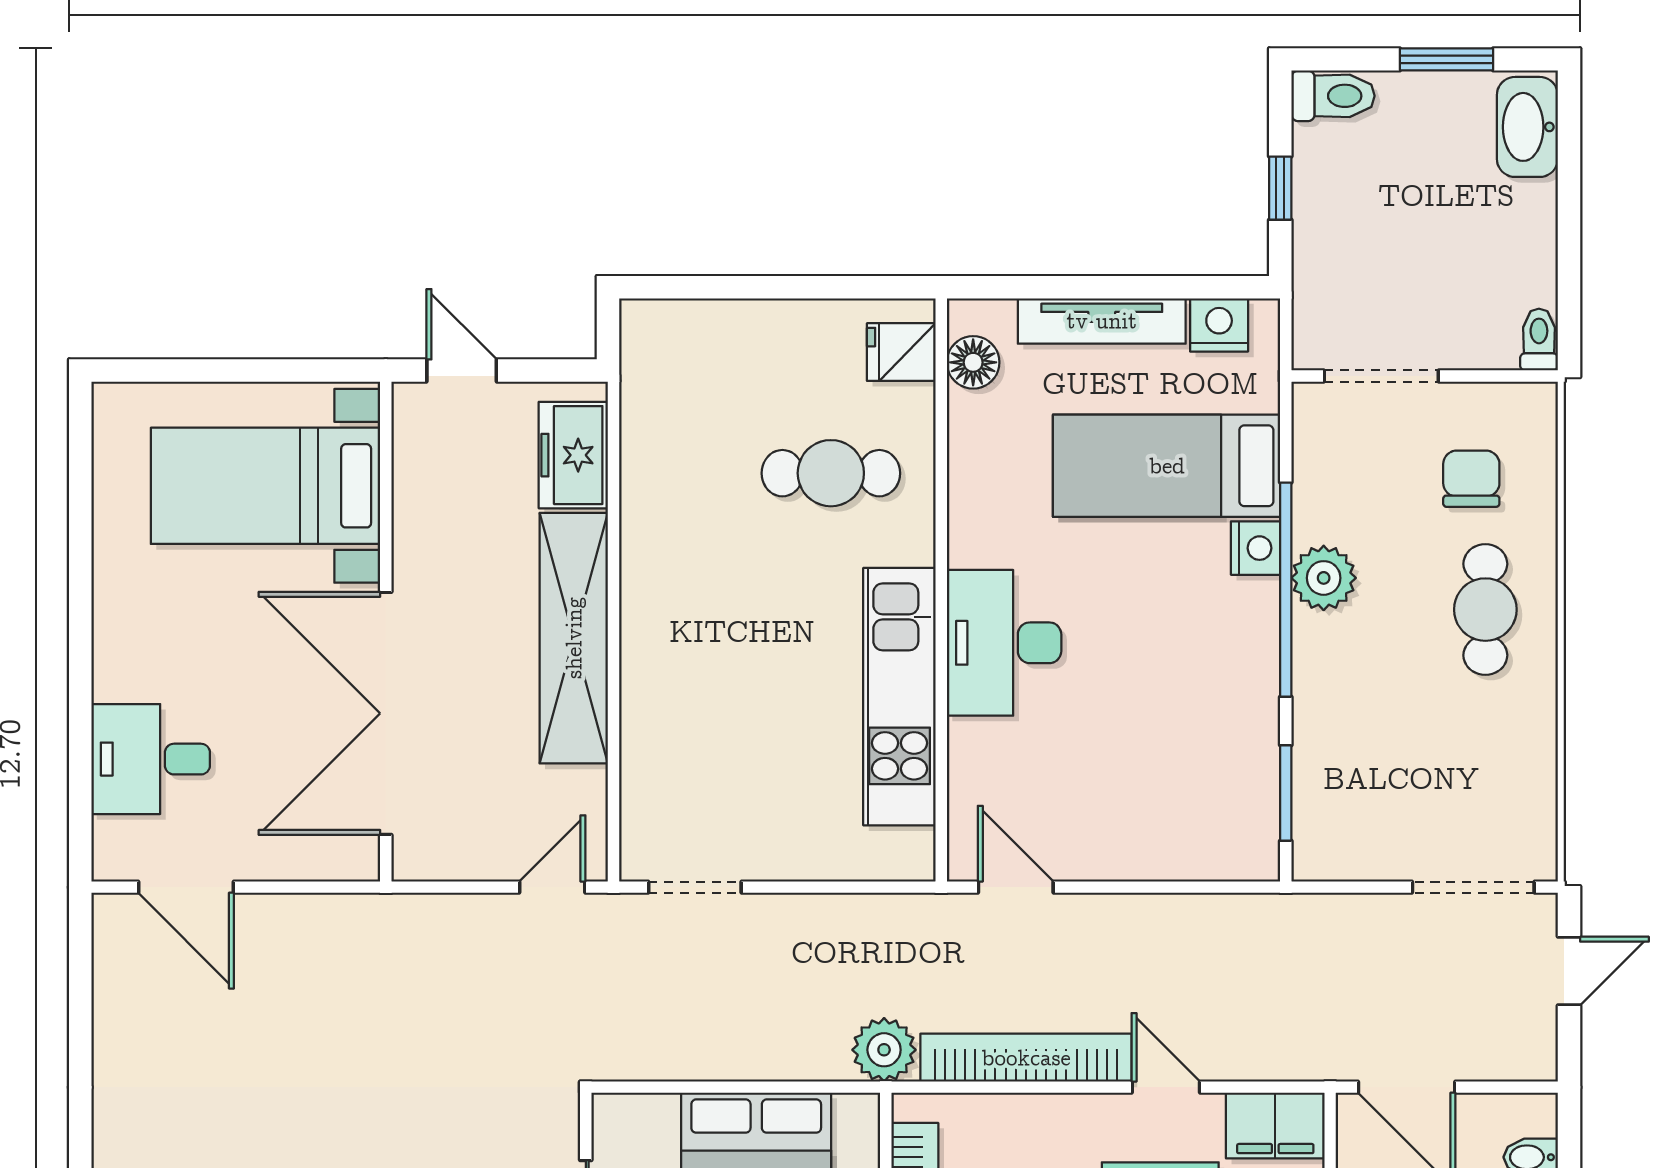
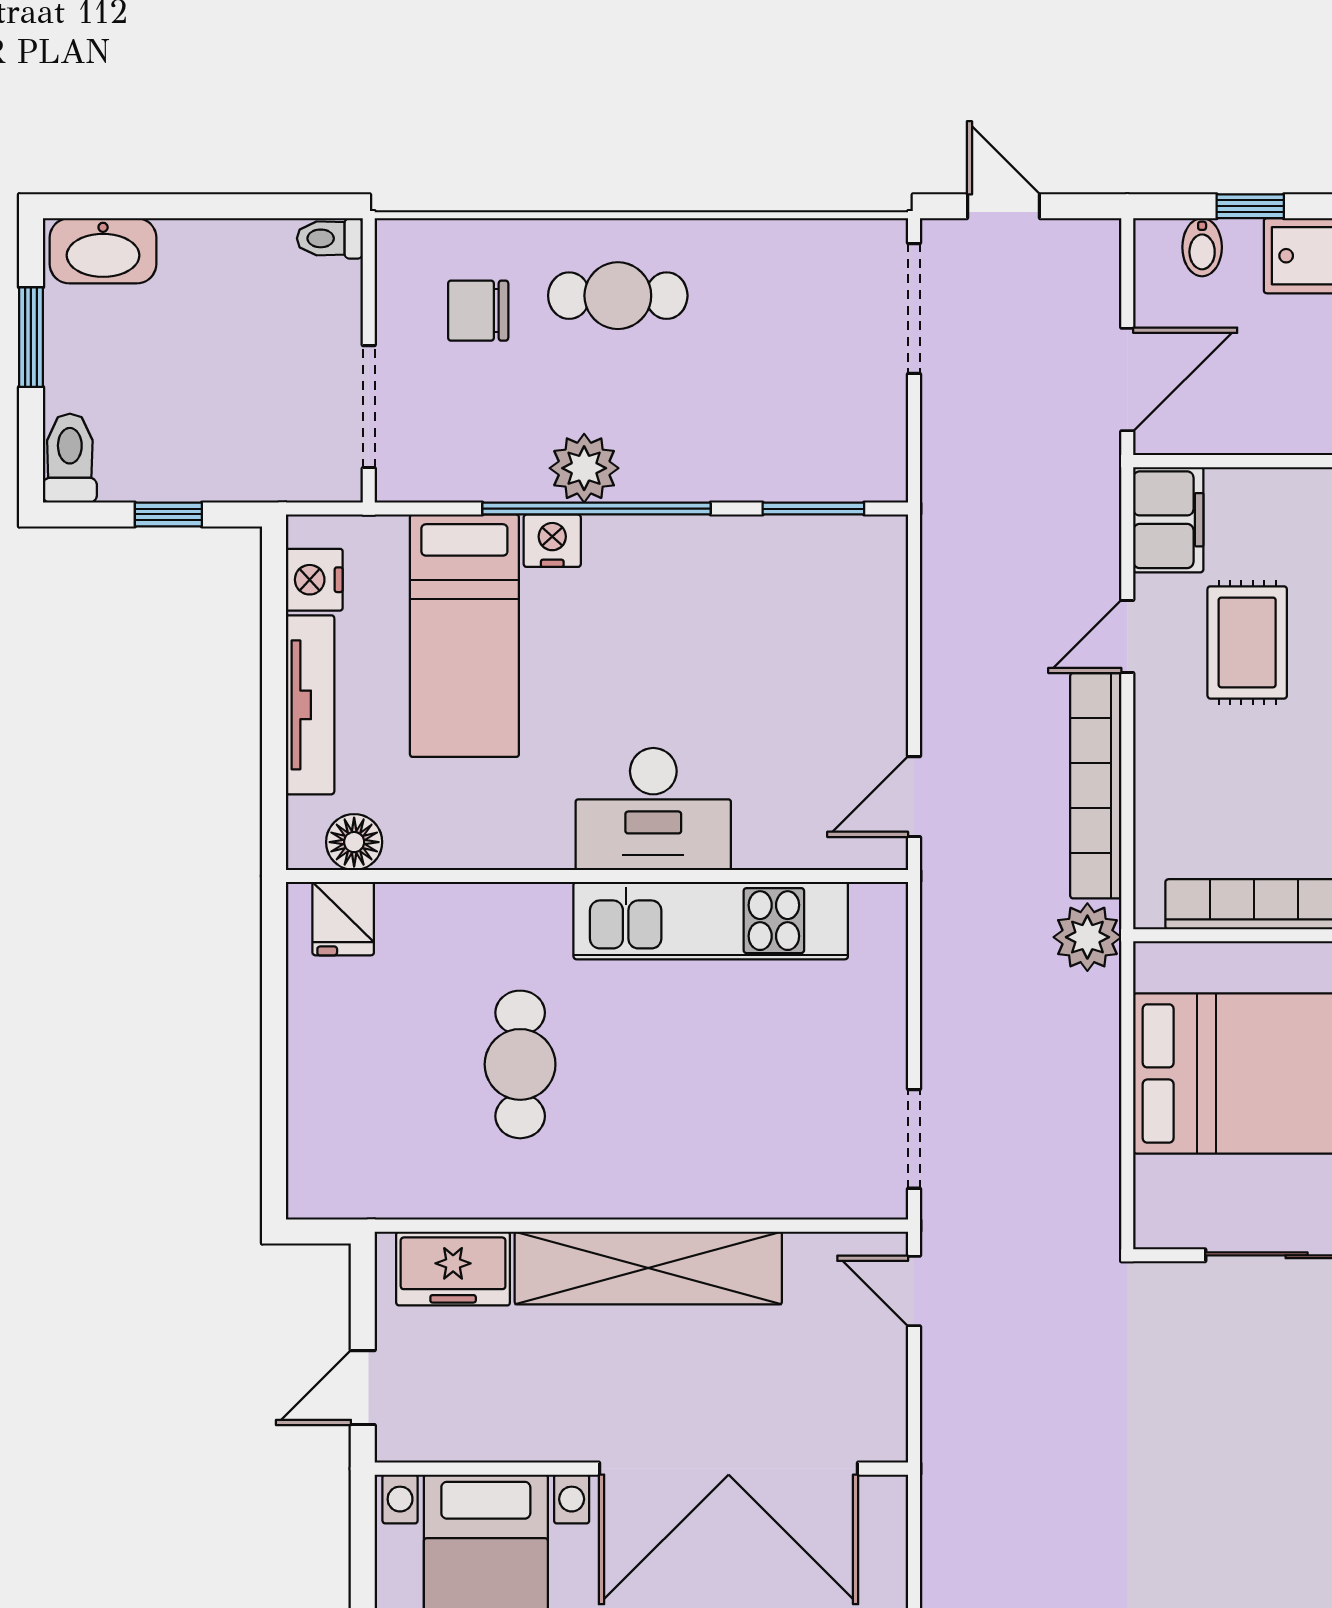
cafe table: (831, 473) -> (520, 1064), moved

